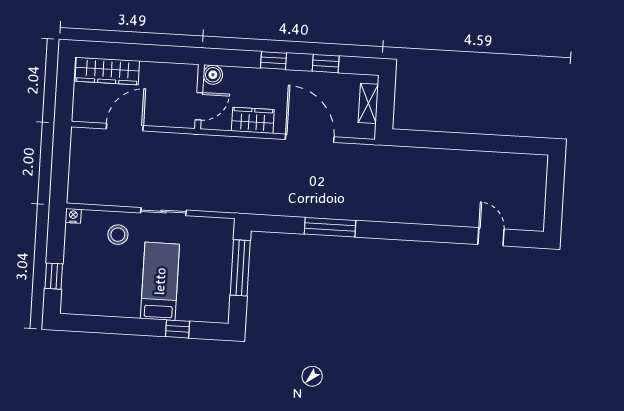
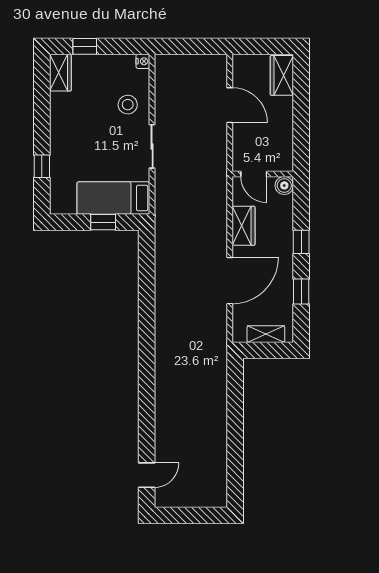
wardrobe: (107, 71) -> (282, 75), width x0.67
window: (330, 227) -> (147, 305), removed
door: (491, 237) -> (147, 475), moved
window: (240, 268) -> (103, 222), width x0.46
bed: (160, 281) -> (113, 198), moved, turned 180
wardrobe: (80, 304) -> (60, 73), added

